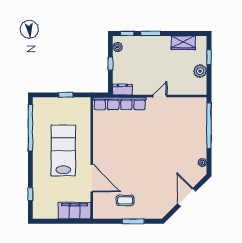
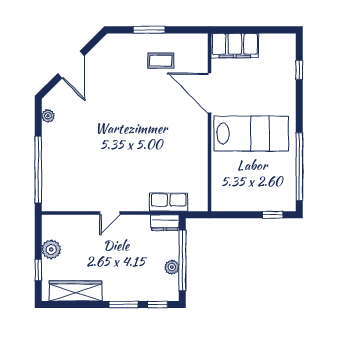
wardrobe: (183, 43) -> (76, 291), width x1.50
plant: (118, 47) -> (172, 267), moved
window: (110, 64) -> (182, 260), width x3.17
window: (66, 95) -> (273, 215), moved
row of seats: (120, 103) -> (169, 202), width x0.50
lab bench: (63, 150) -> (251, 134), turned -90

